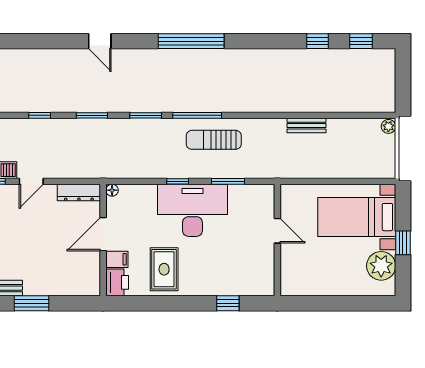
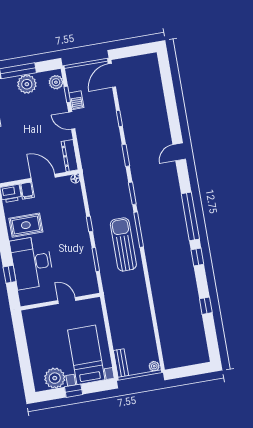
window: (361, 41) -> (197, 257), moved
bench: (306, 126) -> (121, 363), moved
sun lounger: (214, 140) -> (123, 244), width x1.36, depth x1.34
desk: (192, 210) -> (32, 263), moved, turned 180
door: (277, 231) -> (67, 300), swing flipped

